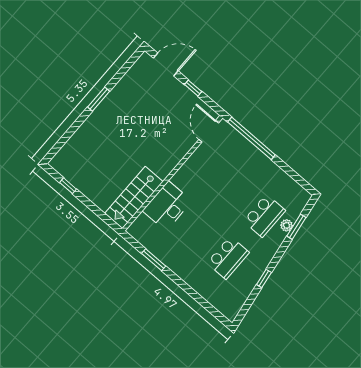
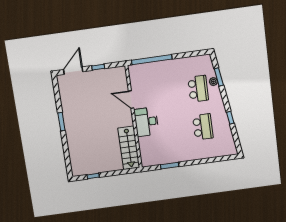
door: (209, 131) -> (131, 100), moved
desk: (167, 206) -> (146, 122), moved

